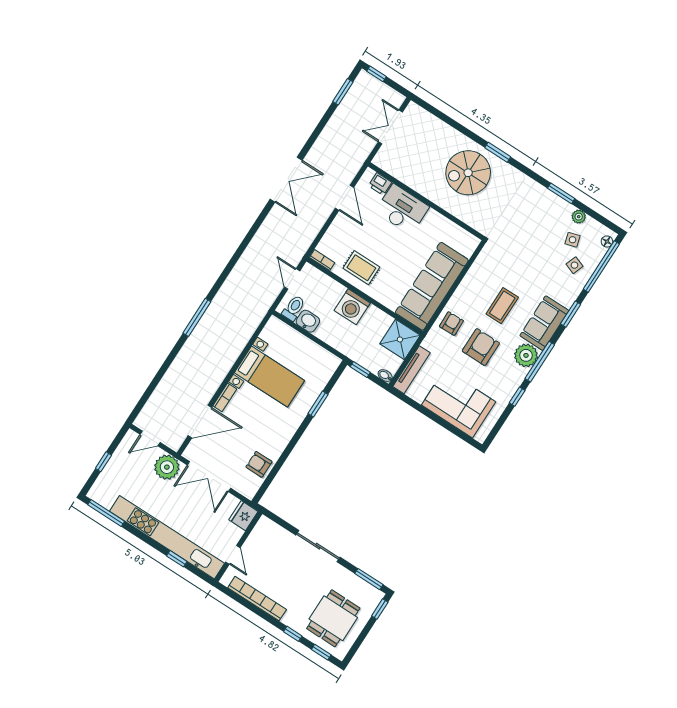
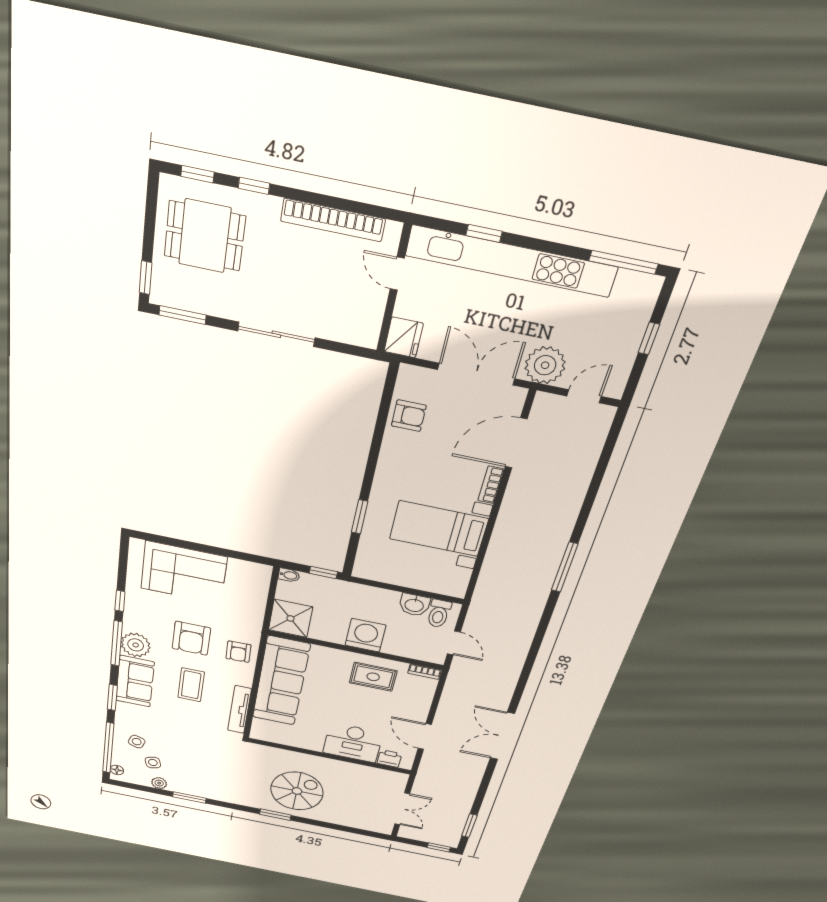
tv unit: (412, 370) -> (239, 710), moved
dining table: (333, 618) -> (205, 236), turned 90

